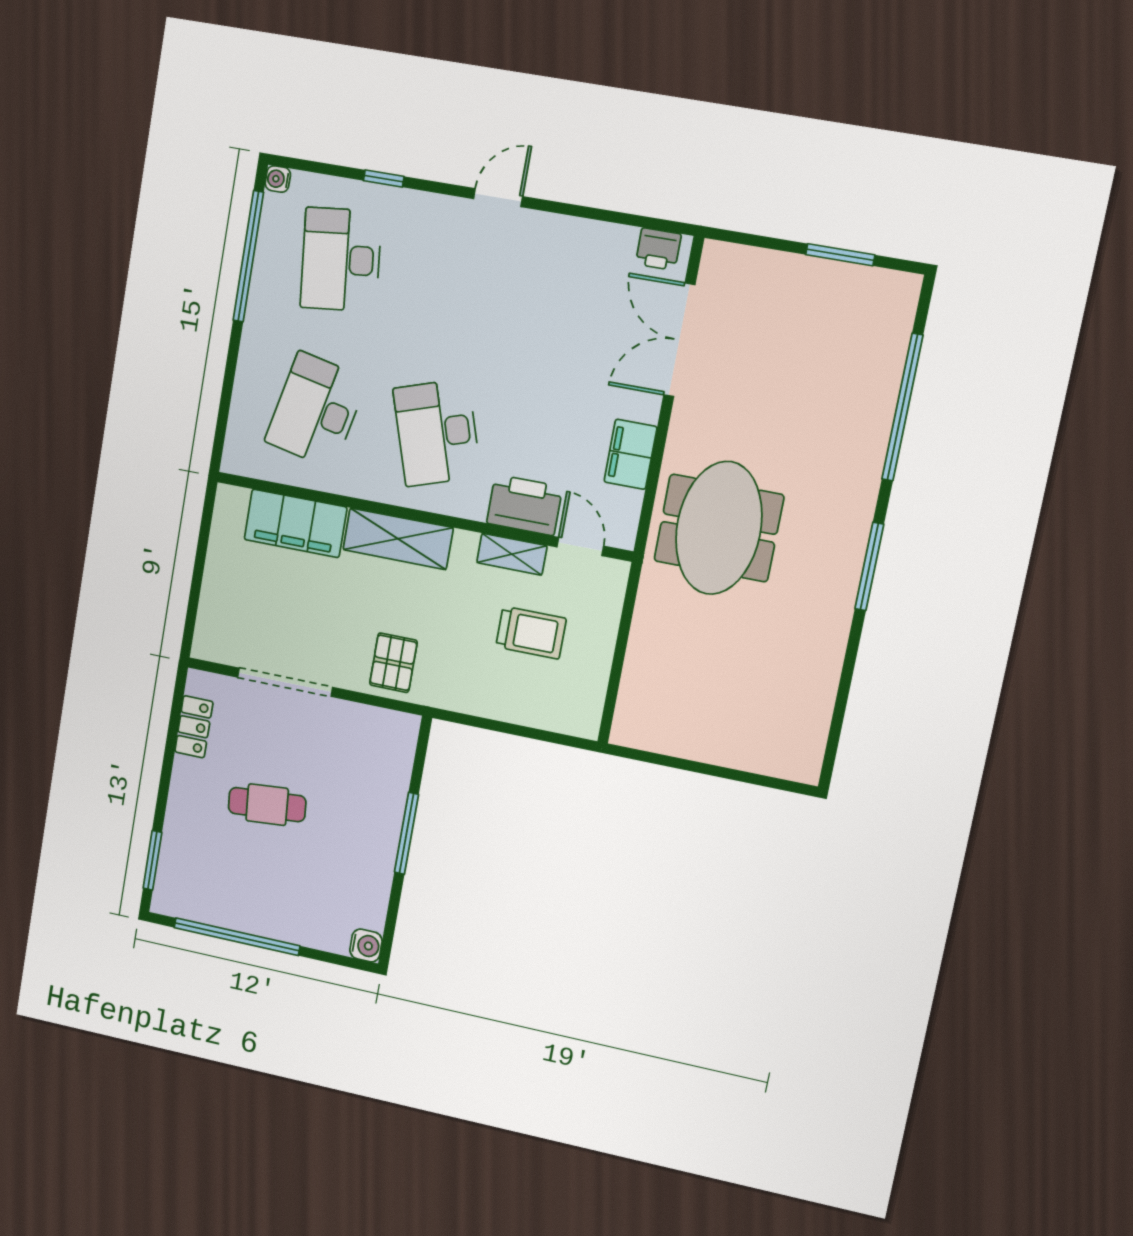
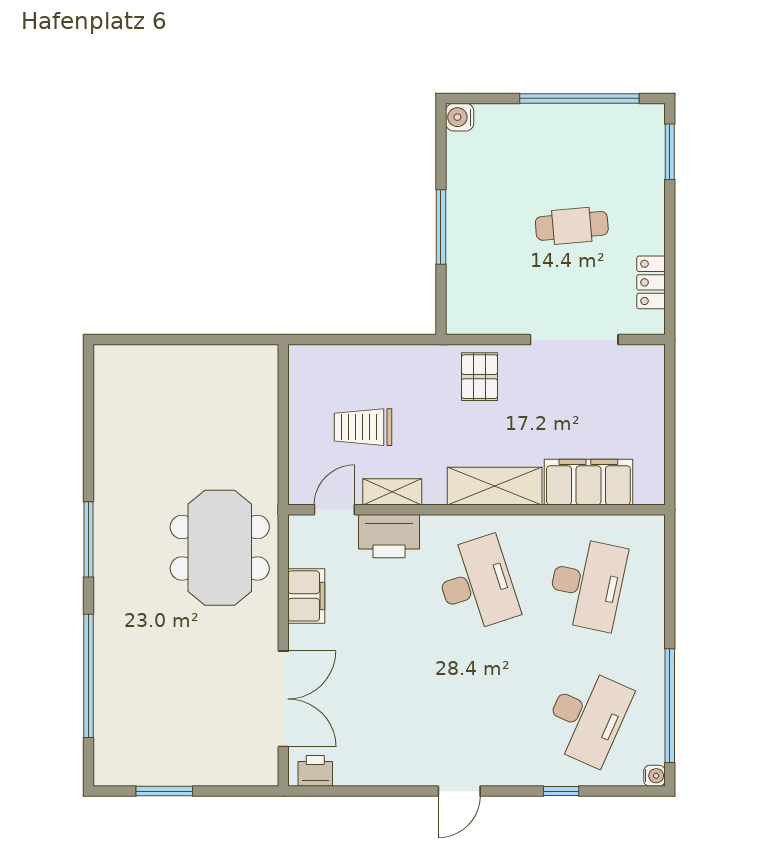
desk: (341, 260) -> (587, 717), turned 30
door: (580, 547) -> (334, 510), swing flipped

